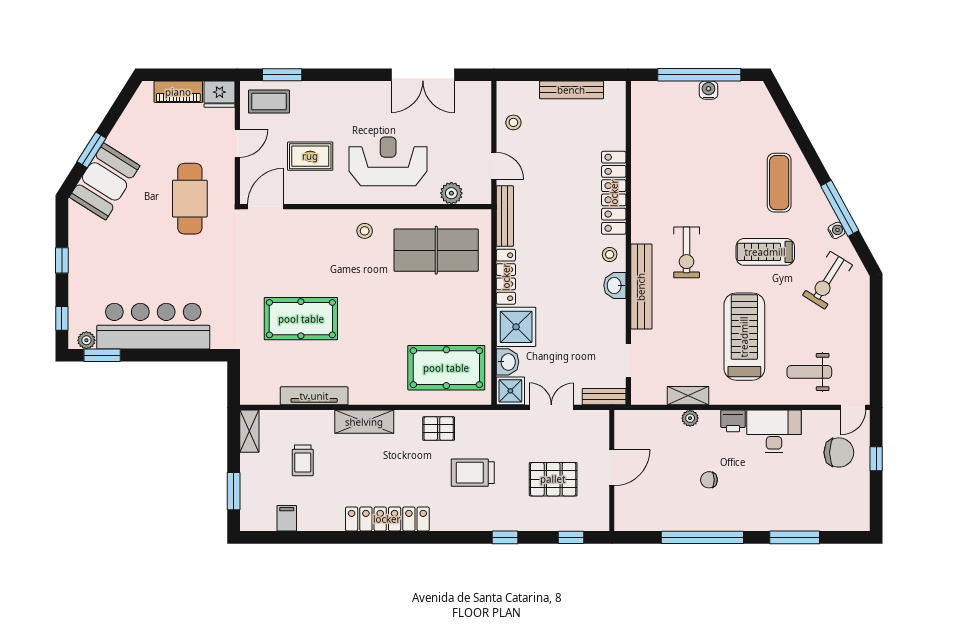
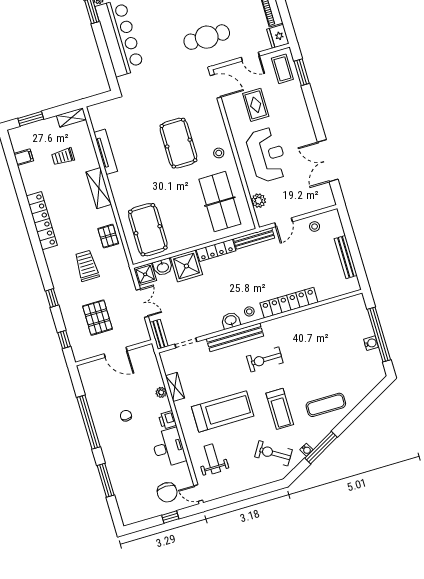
treadmill: (765, 252) -> (280, 409), turned 180
pool table: (301, 319) -> (178, 143), moved

